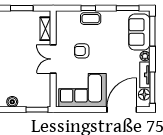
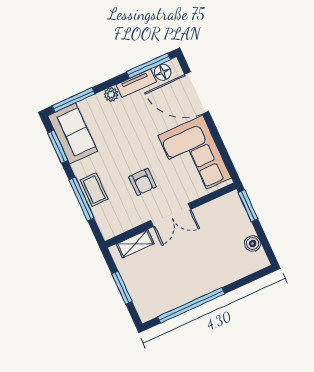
window: (88, 8) -> (82, 199), width x2.17
sofa: (139, 32) -> (73, 133), moved, turned -90

